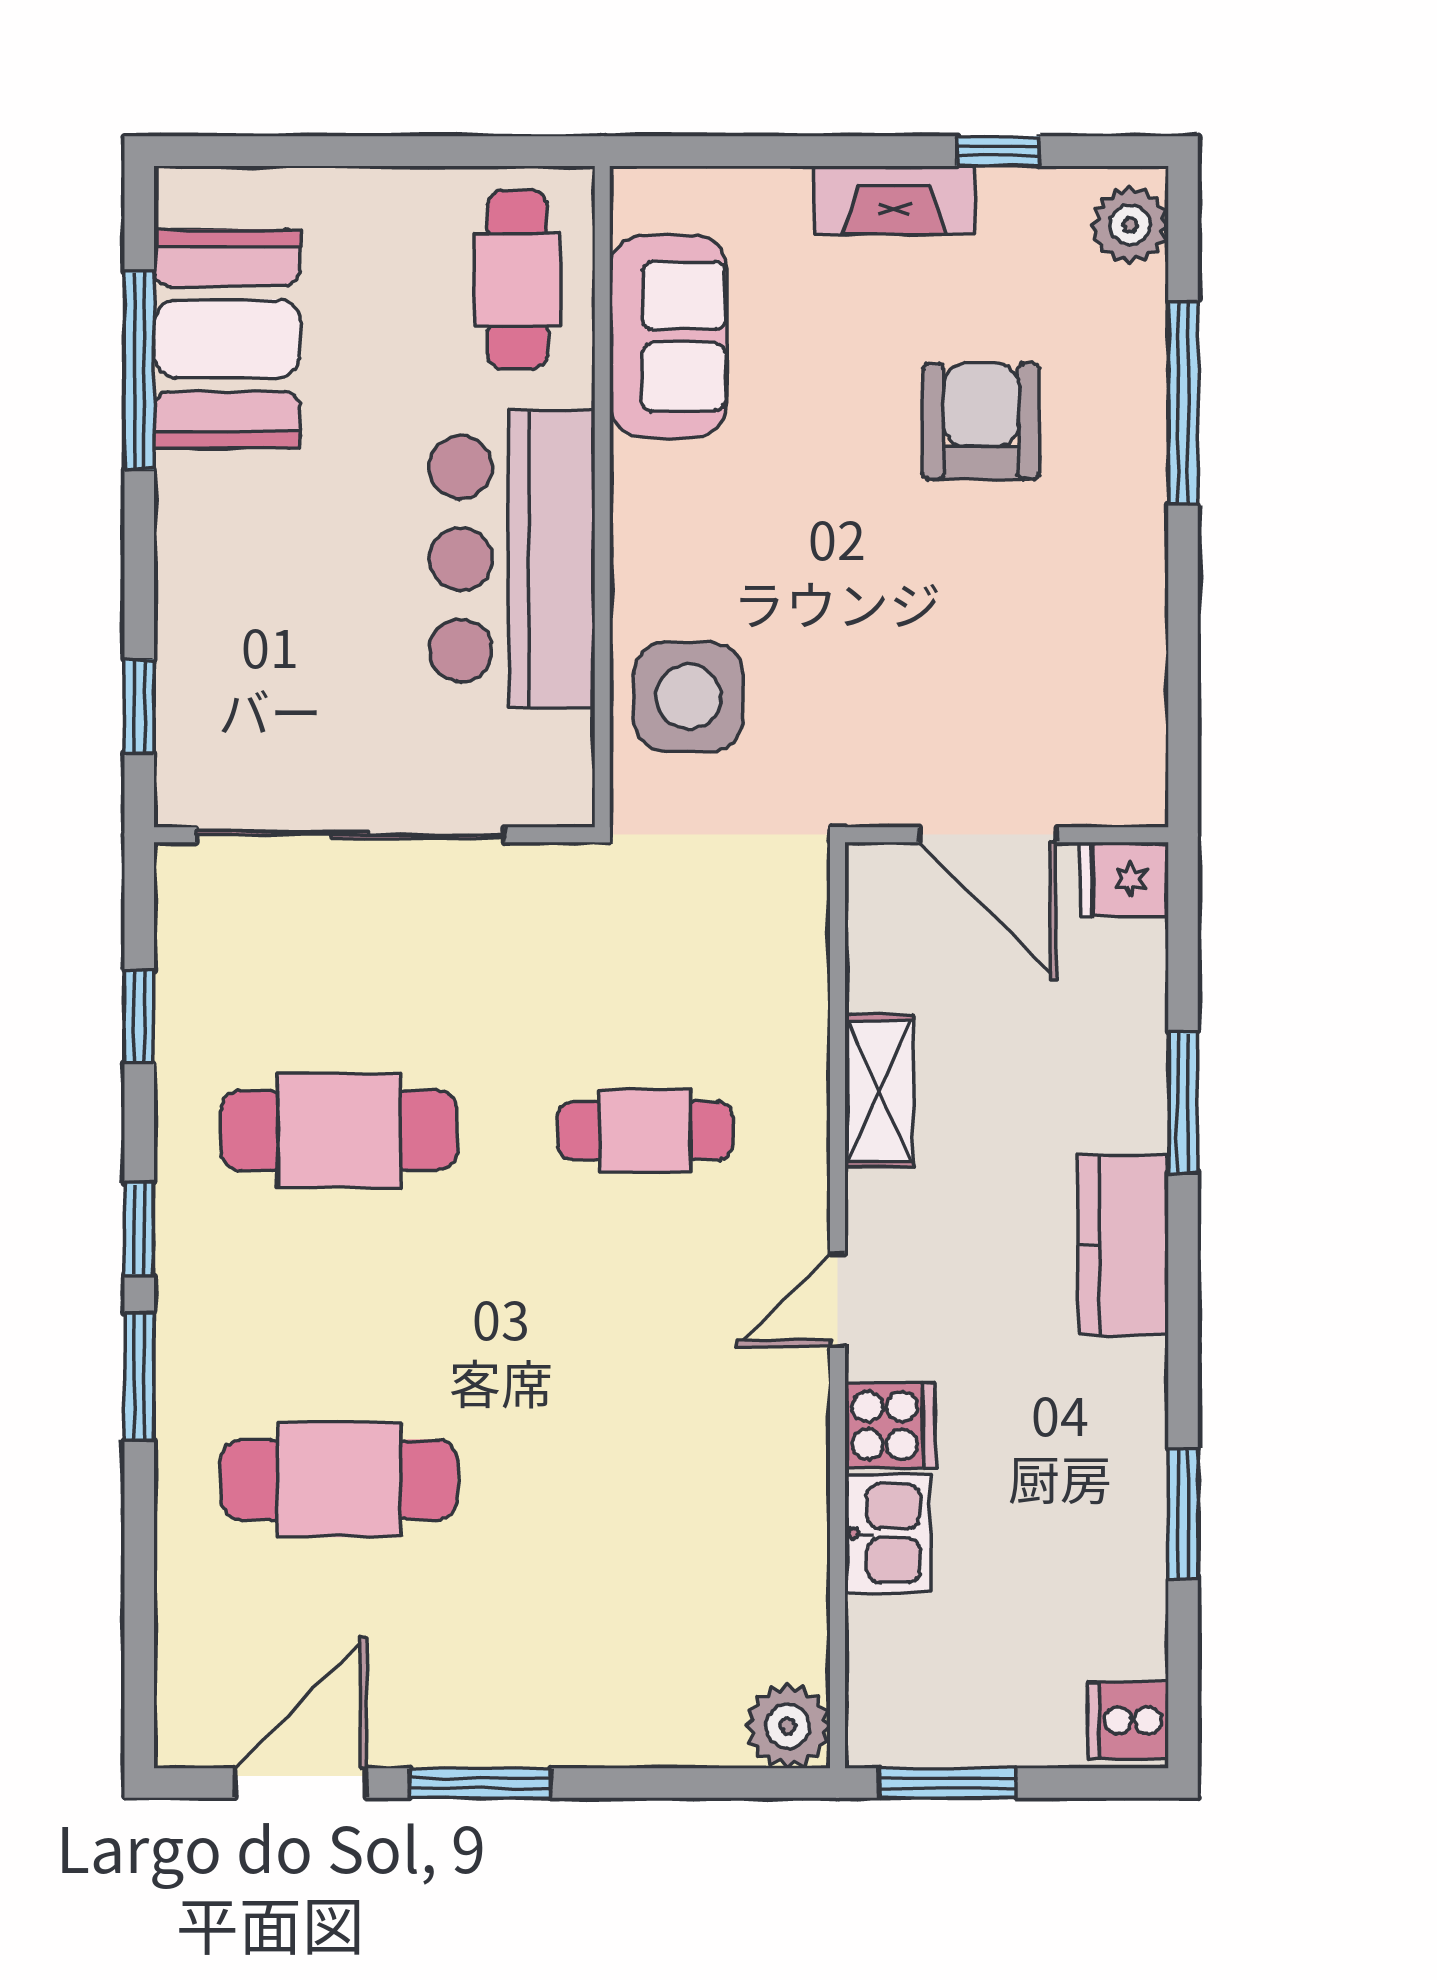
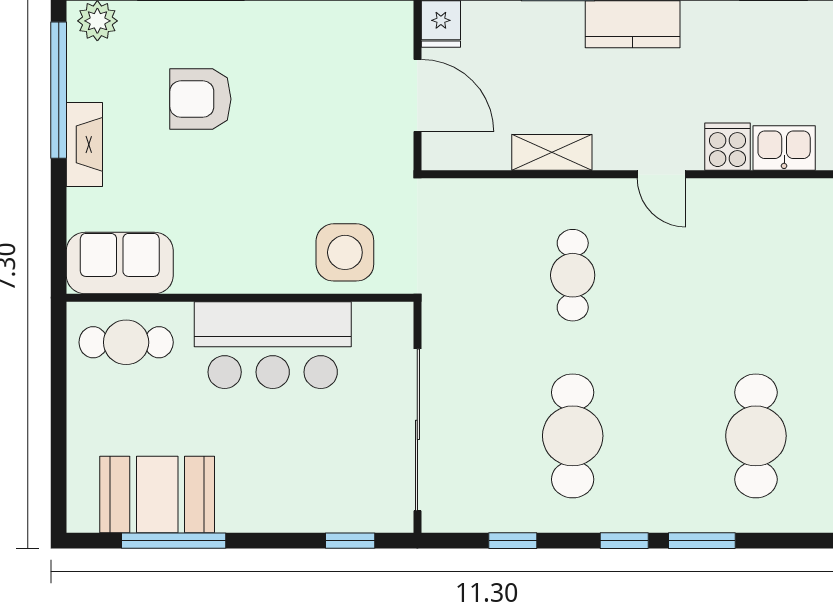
window: (998, 151) -> (59, 90), width x3.17
sofa: (668, 336) -> (120, 263), moved
door: (988, 835) -> (417, 95), hinge flipped

